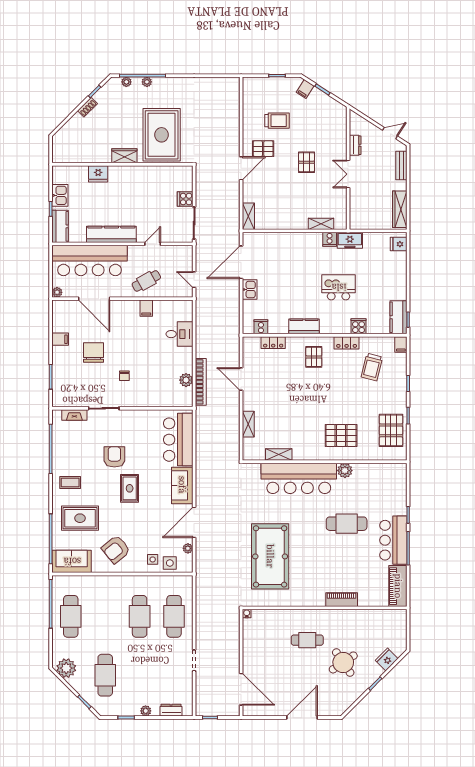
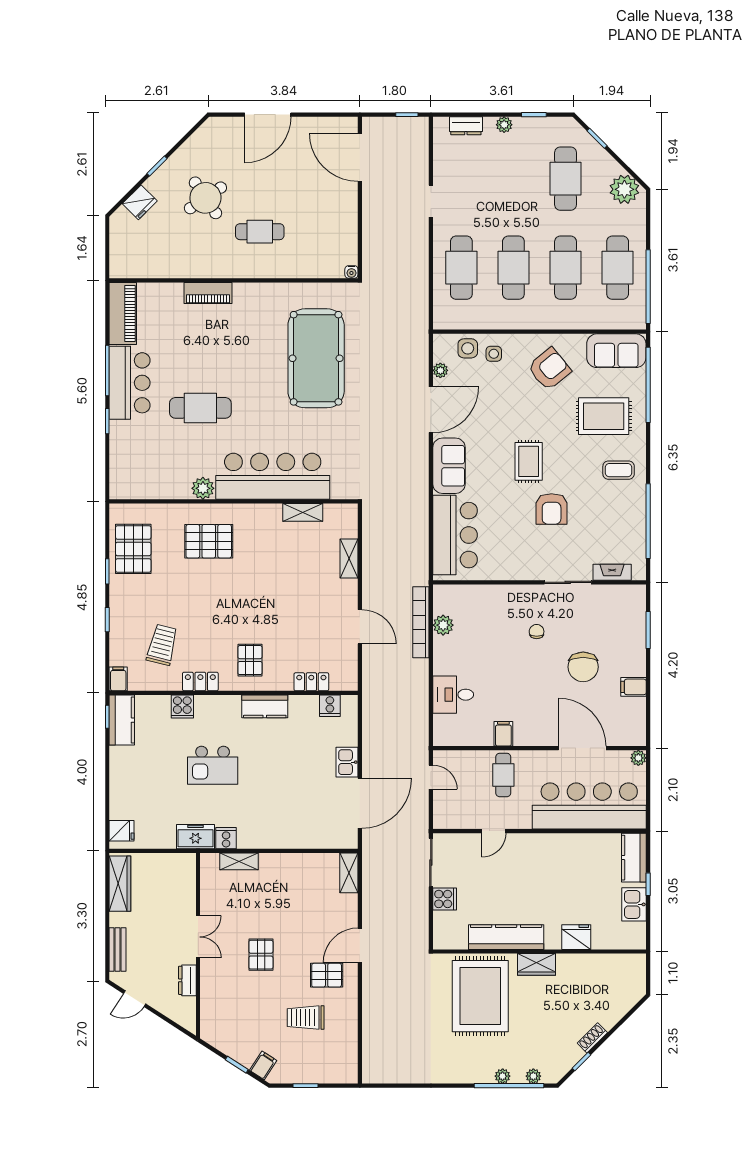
kitchen counter: (111, 234) -> (506, 937), moved, turned 180
cafe table: (146, 281) -> (503, 775), turned -61
cafe table: (105, 616) -> (566, 268), added

